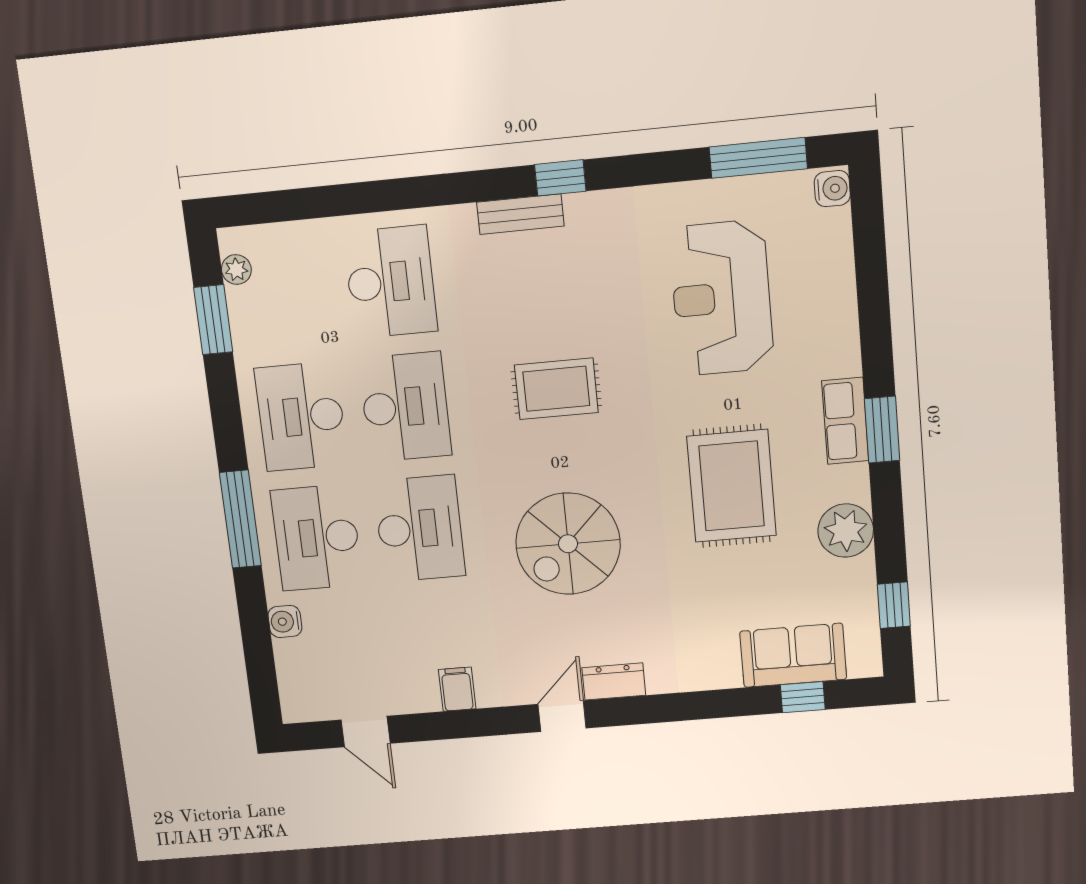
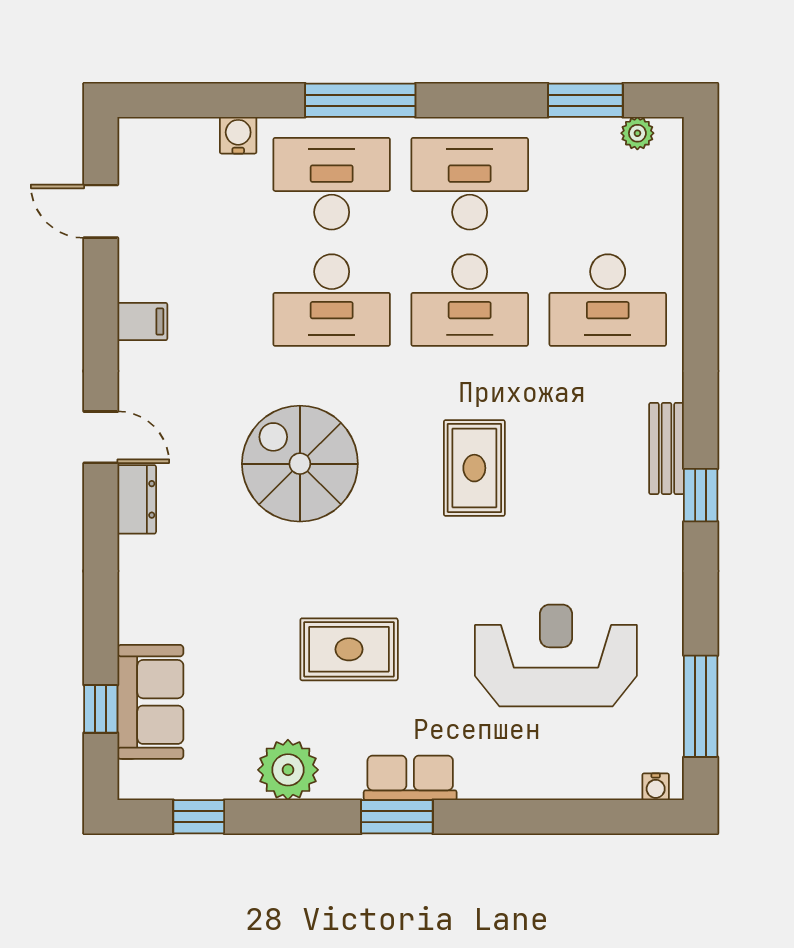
water cooler: (832, 189) -> (656, 787), width x0.72, depth x0.72
rug: (732, 486) -> (349, 649), width x0.73, depth x0.70
door: (366, 732) -> (101, 211), hinge flipped

